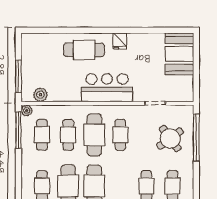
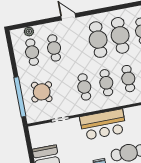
cafe table: (94, 135) -> (106, 83), width x0.73, depth x0.74

